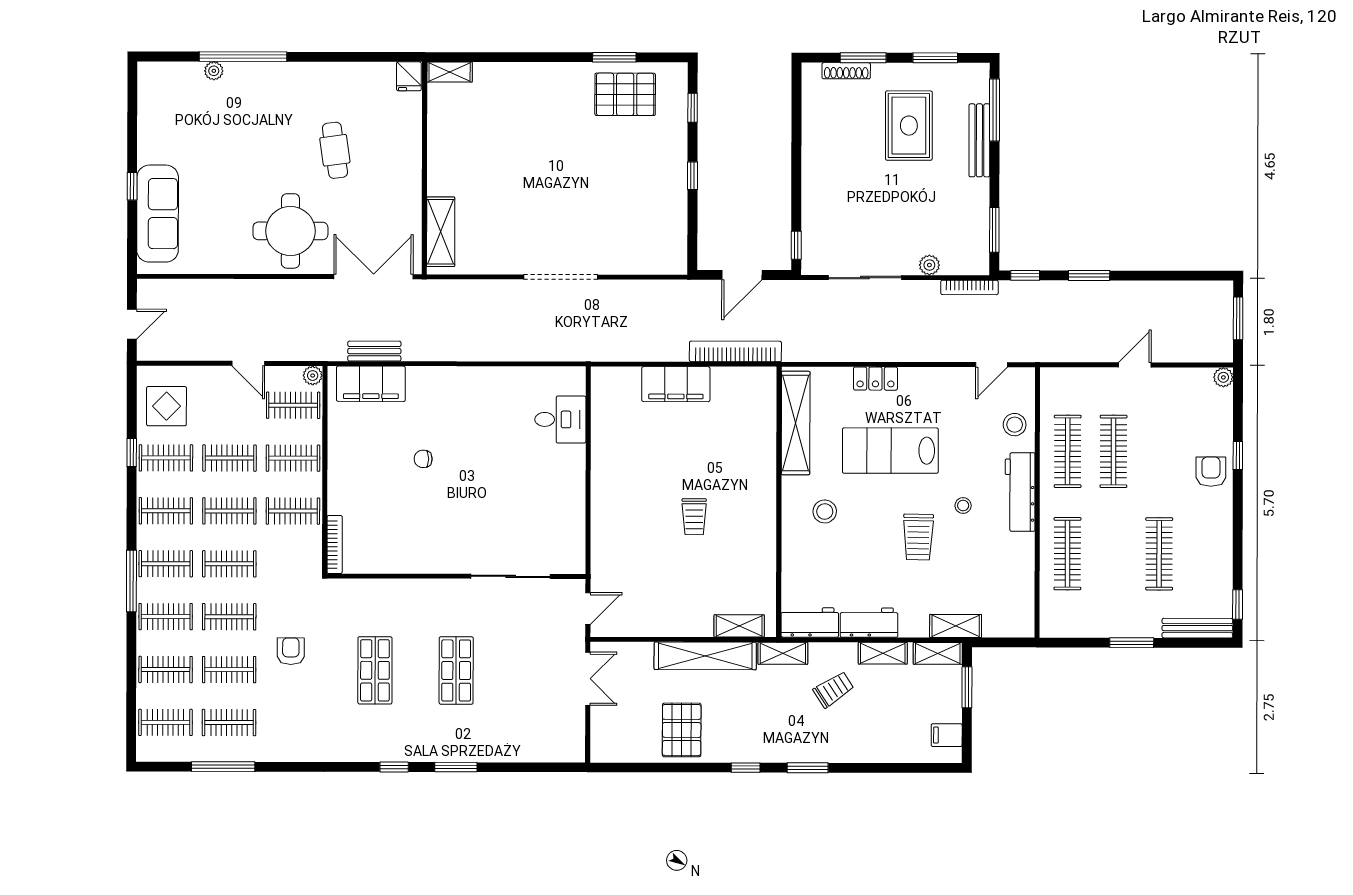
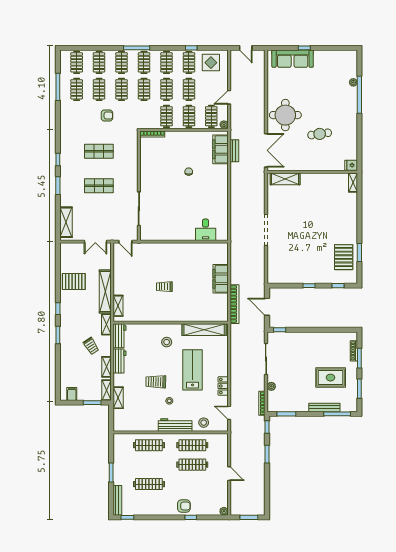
locker: (875, 379) -> (223, 386), moved
shelving: (542, 748) -> (66, 222), added

